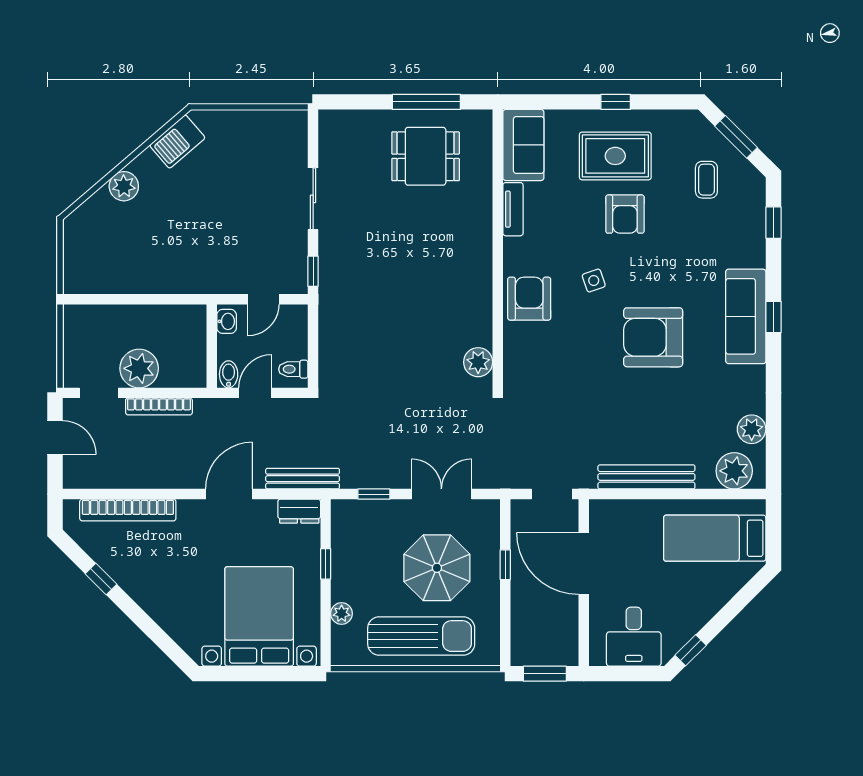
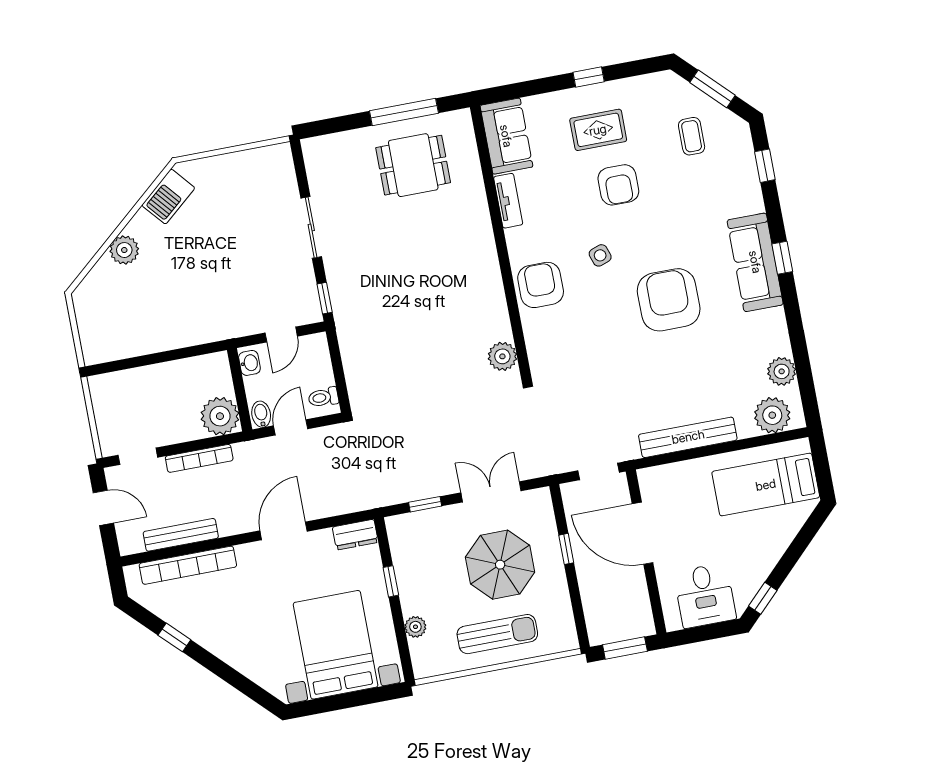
rug: (615, 156) -> (598, 130), width x0.73, depth x0.70
armchair: (653, 337) -> (669, 300), turned 90
plant: (139, 368) -> (220, 416), moved
bench: (303, 479) -> (181, 535), moved
sun lounger: (421, 636) -> (497, 634), width x0.73, depth x0.75

